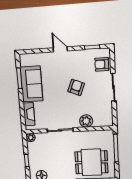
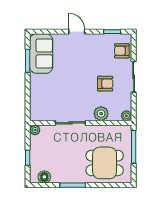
sofa: (31, 84) -> (41, 53), moved
armchair: (76, 87) -> (105, 84), moved, turned 68
fireplace: (29, 114) -> (35, 102), removed
plant: (108, 122) -> (126, 116), added

